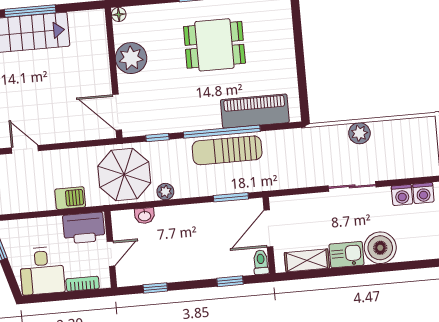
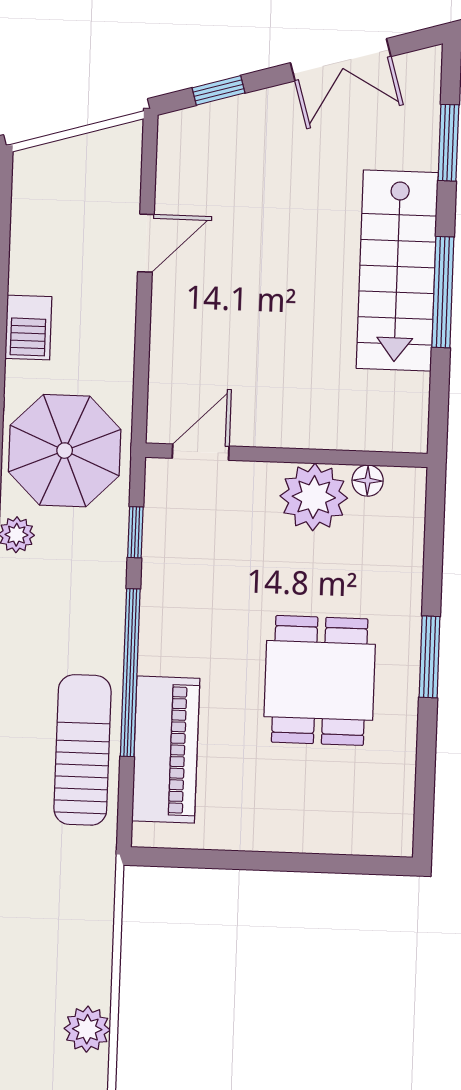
floor lamp: (119, 14) -> (368, 481), moved
door: (117, 112) -> (201, 452), width x0.73
plant: (359, 133) -> (87, 1029), moved
sun lounger: (227, 150) -> (82, 750), moved

